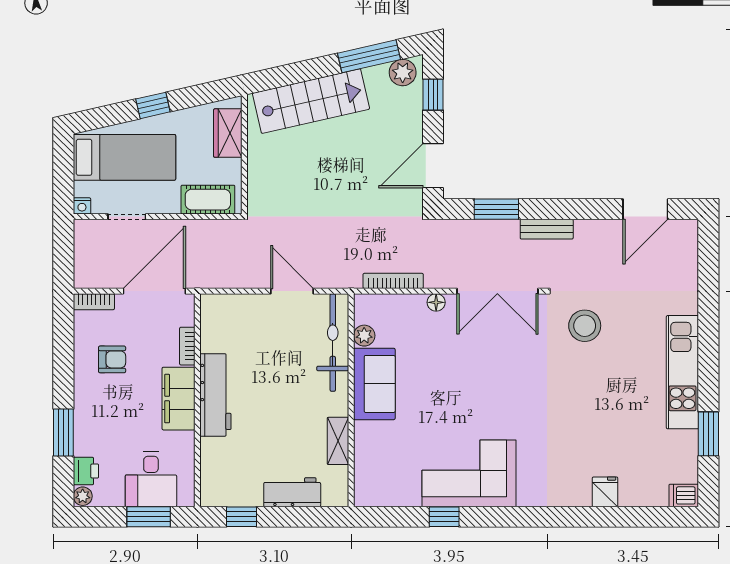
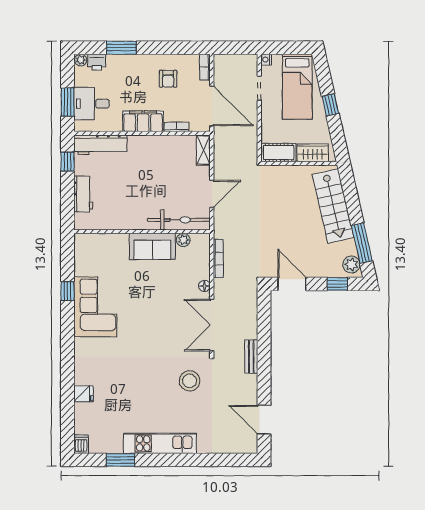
cot: (208, 200) -> (279, 153), moved, turned 90
window: (496, 209) -> (264, 324), removed
workbench: (215, 395) -> (100, 145), moved
shelving: (338, 441) -> (203, 150), moved, turned 90

